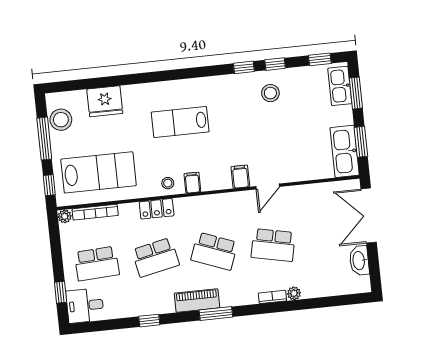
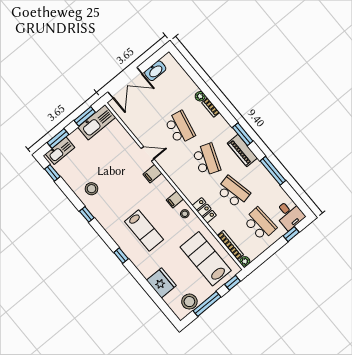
window: (275, 64) -> (121, 256), moved
window: (149, 321) -> (273, 171), width x2.17

